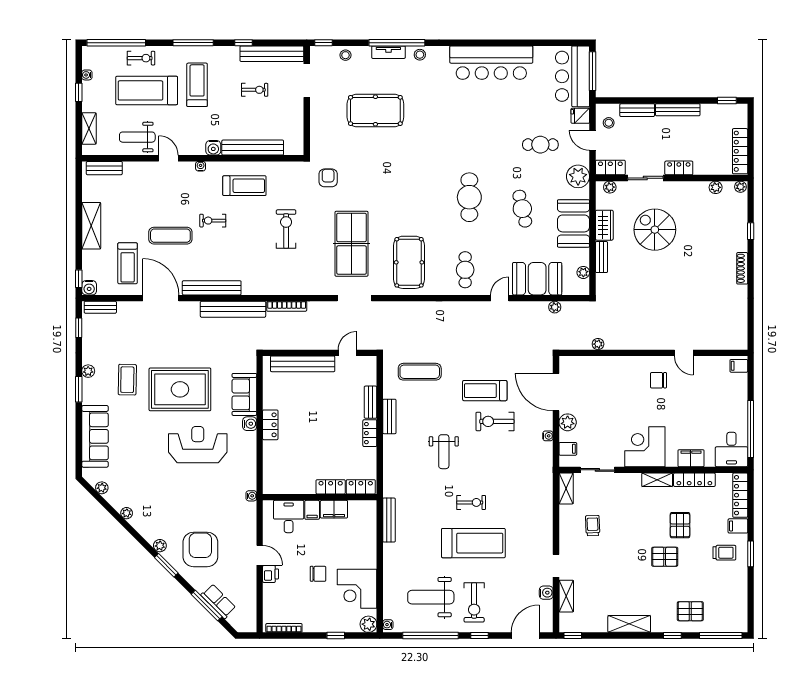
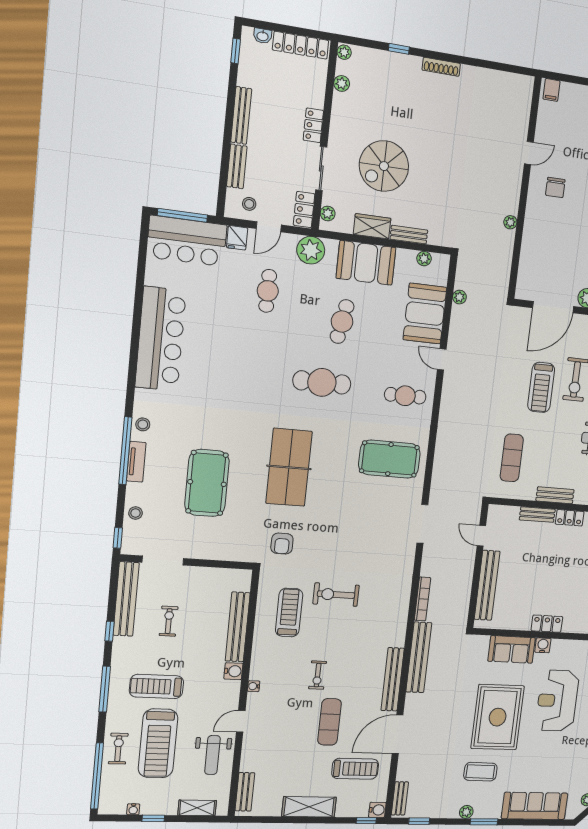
washbasin: (742, 120) -> (263, 36), added
armchair: (328, 178) -> (282, 544), turned -90
treadmill: (244, 186) -> (289, 613), moved
cafe table: (522, 209) -> (342, 322), turned -67
table tennis table: (352, 244) -> (289, 467), moved, turned 90
plant: (598, 344) -> (510, 222), moved

